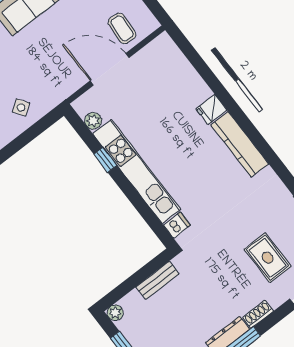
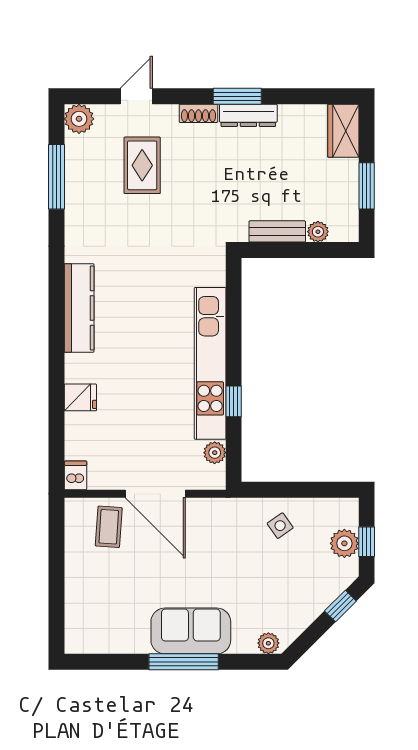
fridge: (211, 109) -> (80, 397), moved
dishwasher: (177, 225) -> (75, 475), moved, turned 90
plant: (115, 313) -> (318, 232), moved

